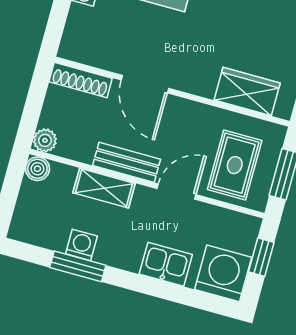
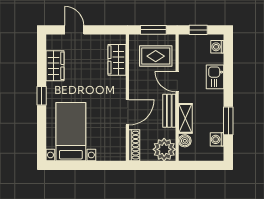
plant: (45, 140) -> (164, 149), width x1.88, depth x1.88
boiler: (37, 169) -> (185, 141), moved
washing machine: (81, 245) -> (217, 139), moved
washing machine: (223, 273) -> (217, 47), width x0.53, depth x0.53

